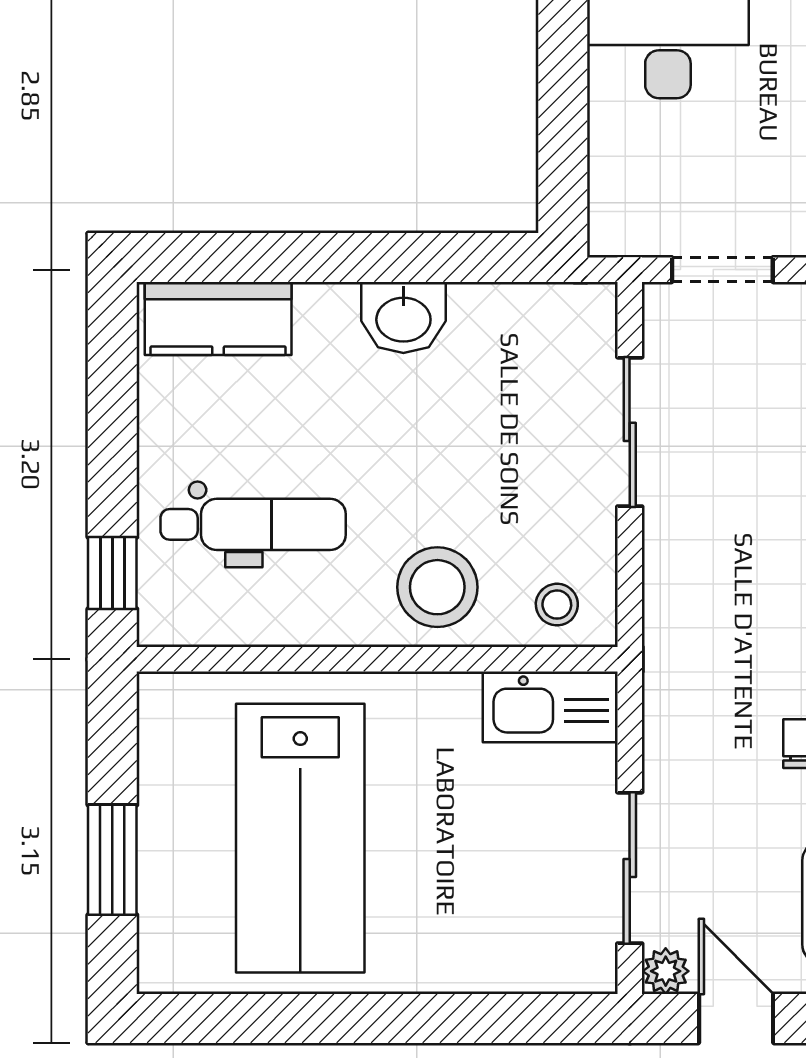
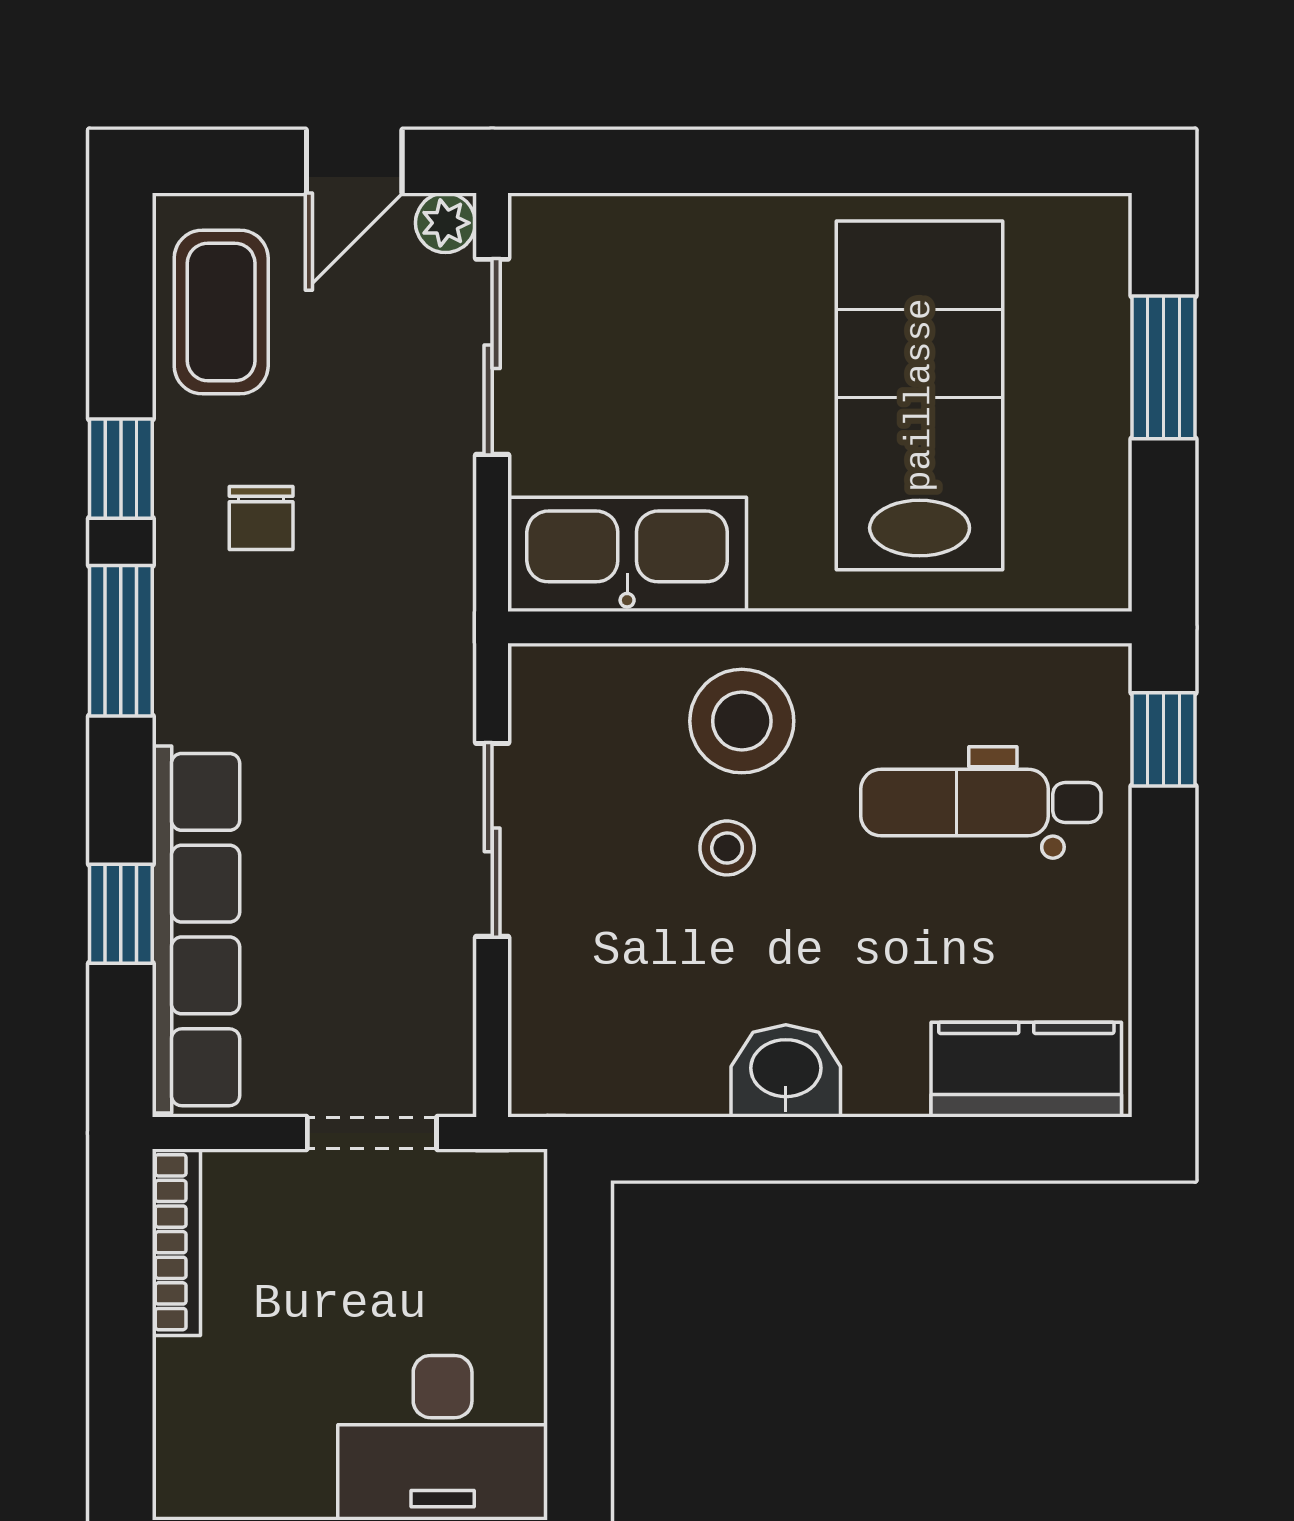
sliding door: (630, 432) -> (492, 840), moved
stool: (557, 605) -> (727, 848), moved
kitchen sink: (550, 707) -> (627, 554), width x1.36, depth x1.24
door: (736, 1018) -> (354, 161), hinge flipped

